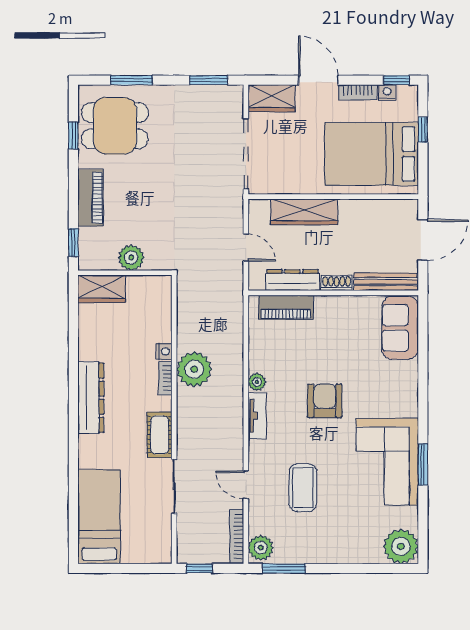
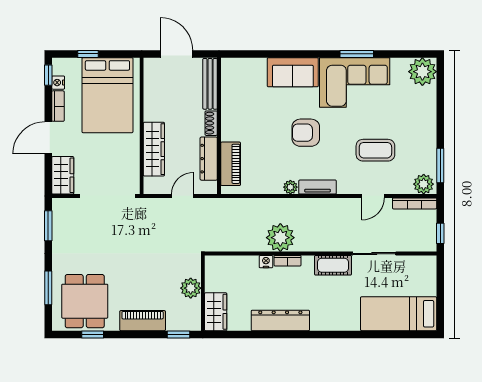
sofa: (400, 328) -> (293, 72), moved
dresser: (91, 398) -> (280, 320), moved

